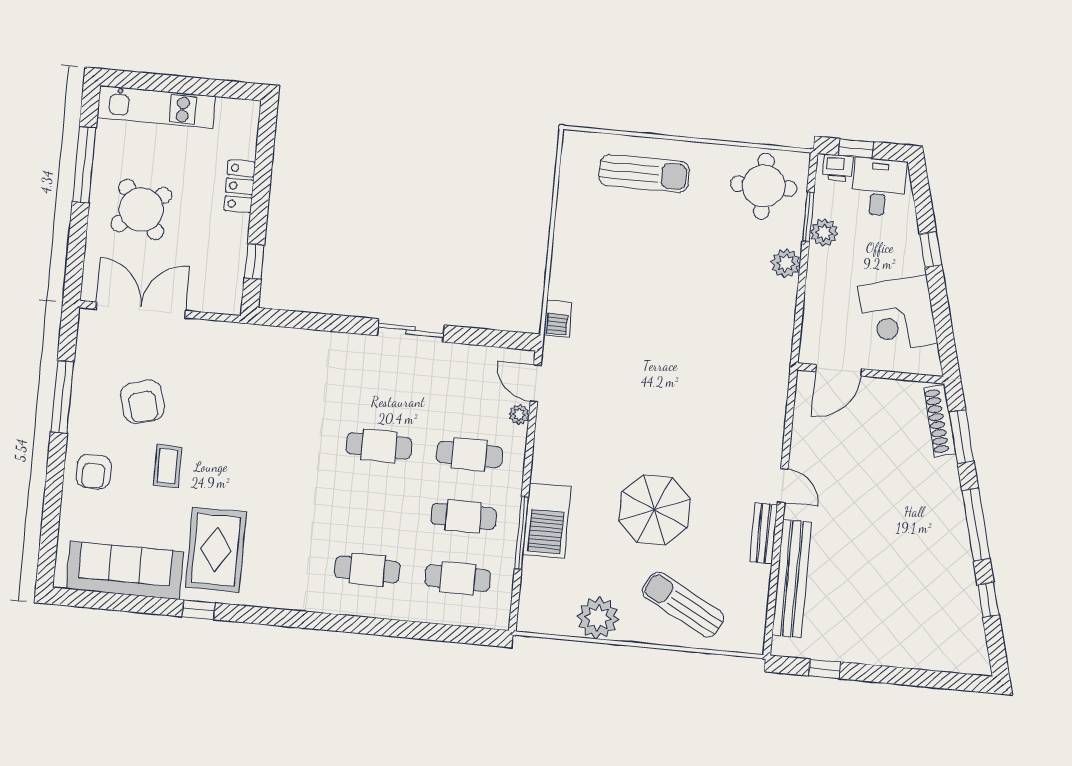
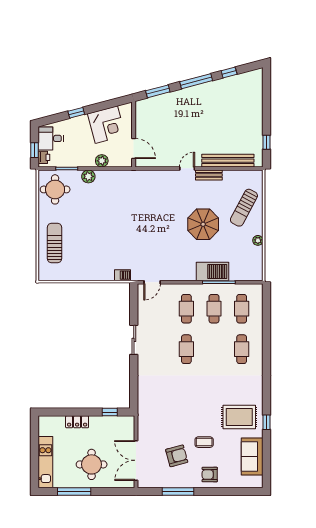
round table: (141, 210) -> (92, 464), turned 38
plant: (824, 233) -> (102, 161), moved
plant: (519, 414) -> (167, 288), removed
shoe rack: (940, 421) -> (152, 102), removed
armchair: (94, 472) -> (210, 475), turned 180
sofa: (125, 570) -> (252, 457), width x0.73
plant: (598, 618) -> (258, 240), width x0.53, depth x0.53

